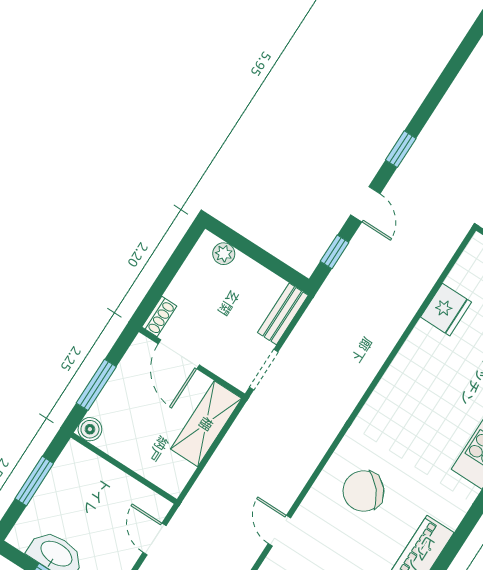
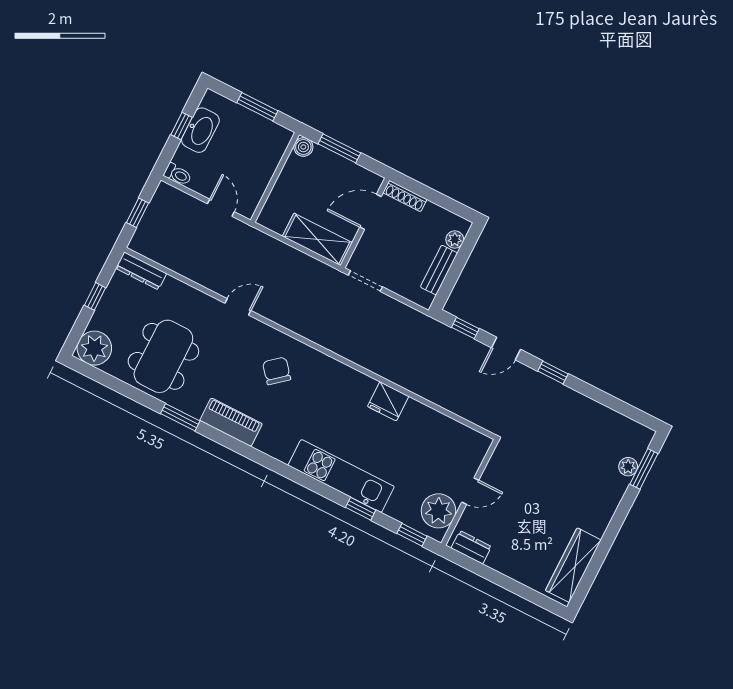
fridge: (446, 310) -> (388, 401), moved
bench: (283, 314) -> (439, 270), moved, turned 90
shoe rack: (159, 316) -> (405, 196), width x1.43
chair: (363, 491) -> (277, 371), width x0.73, depth x0.73
door: (155, 539) -> (221, 208), hinge flipped

